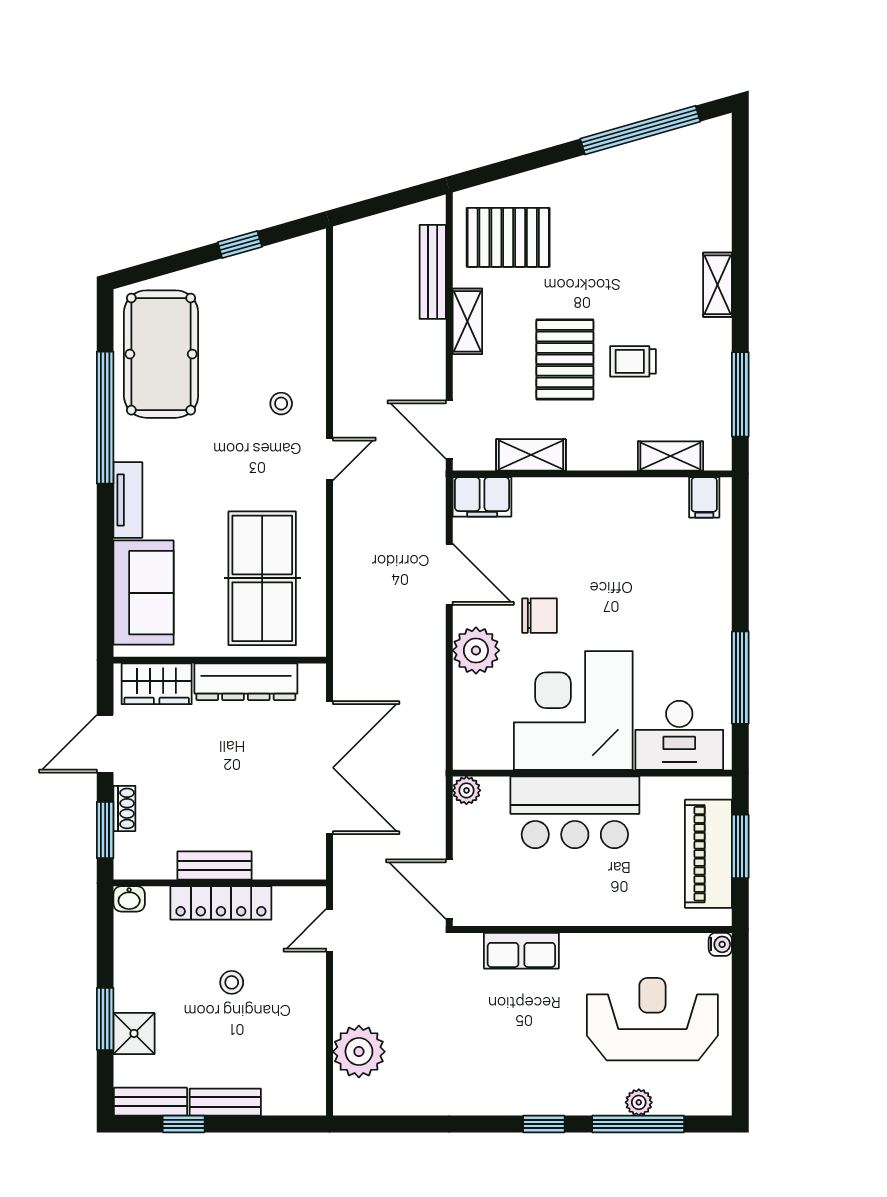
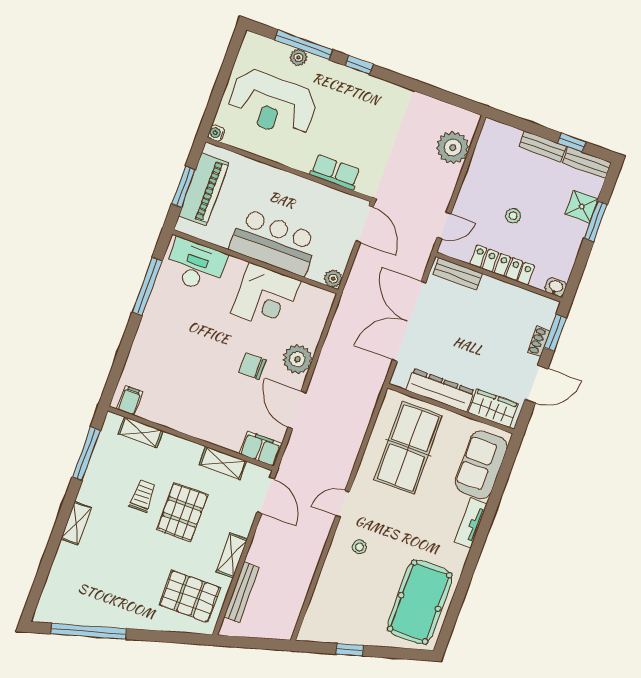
trolley: (633, 361) -> (143, 496), turned -90
window: (105, 418) -> (466, 576), removed
corner desk: (573, 710) -> (266, 297), width x0.74, depth x0.74
bench: (215, 865) -> (458, 274), moved

